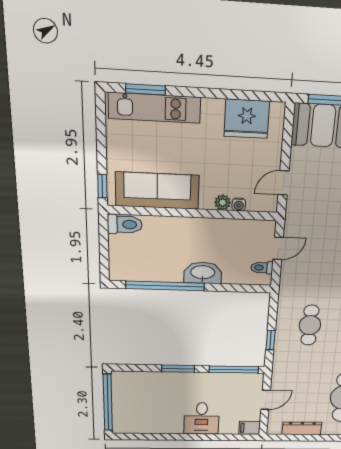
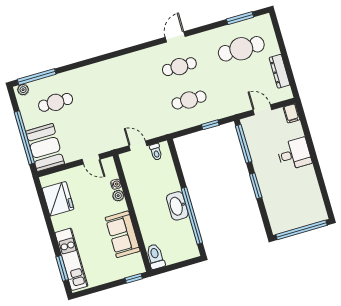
sofa: (157, 191) -> (123, 234), width x0.73
washbasin: (203, 273) -> (177, 206), moved

